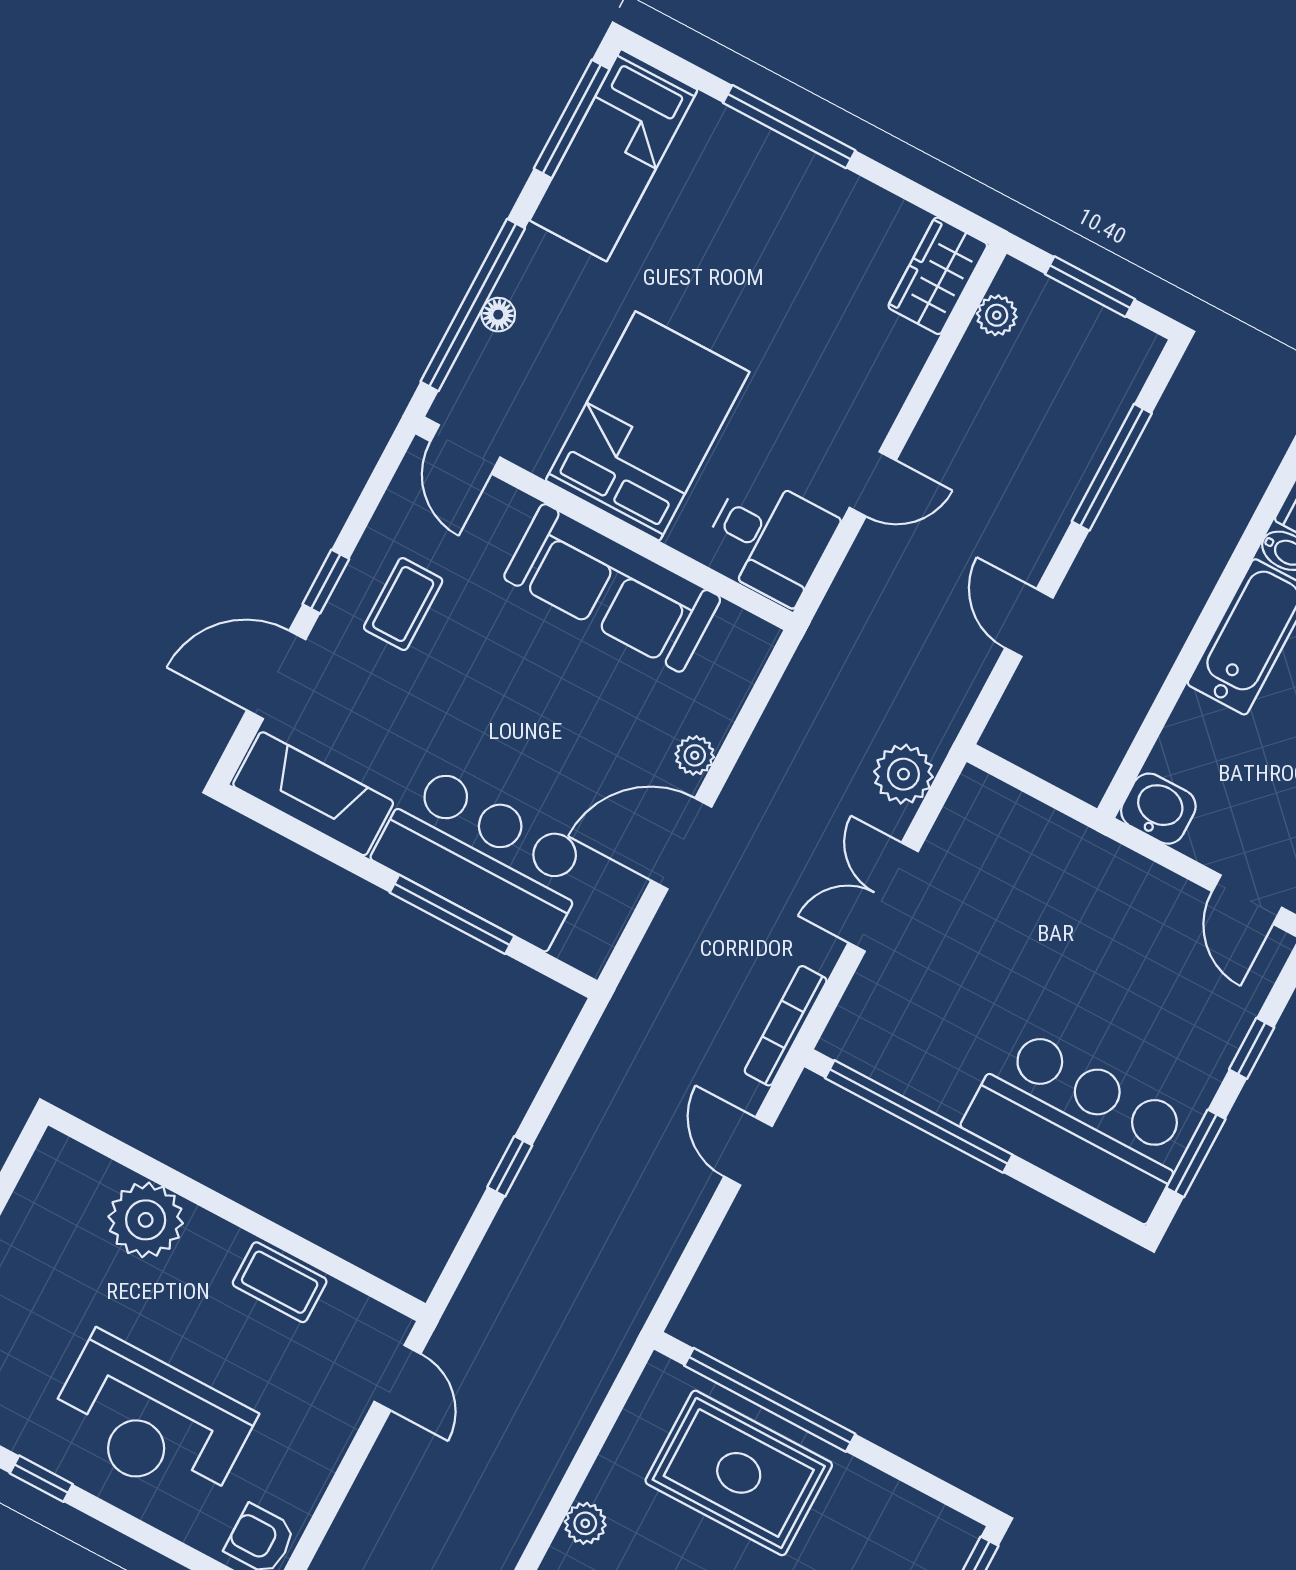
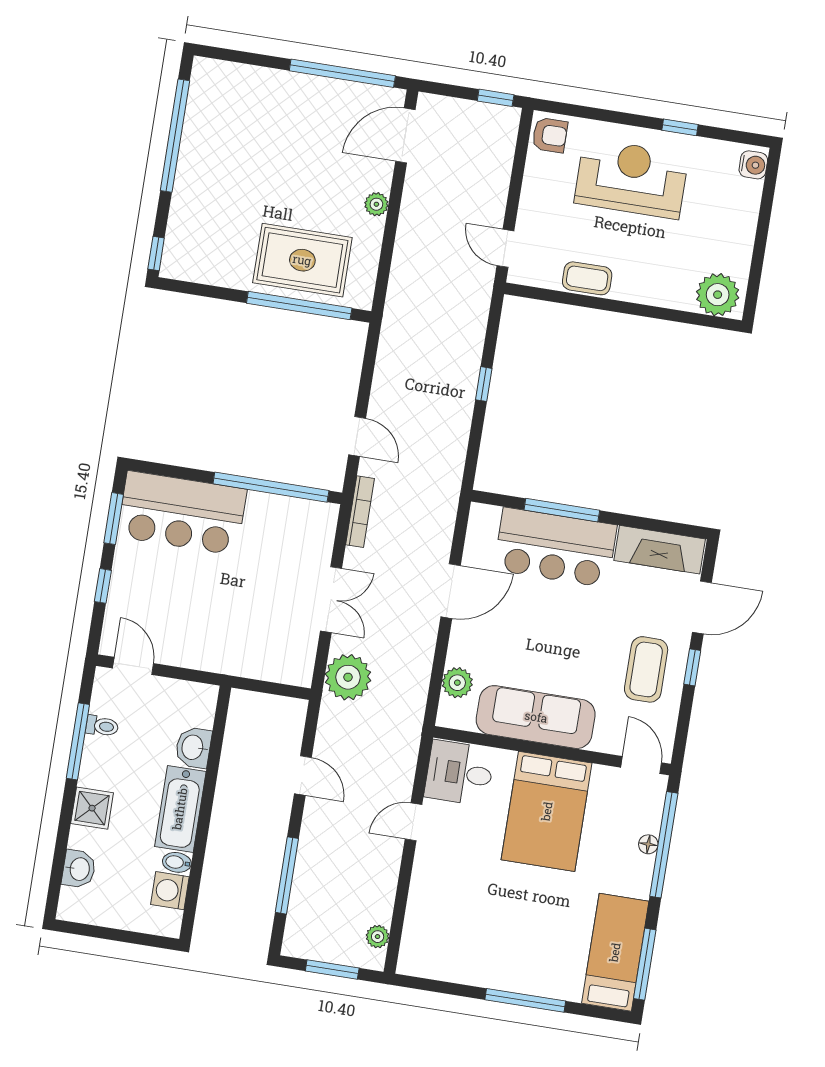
wardrobe: (938, 276) -> (417, 947), removed
coffee table: (403, 604) -> (646, 669), width x1.36, depth x1.30
plant: (695, 755) -> (457, 683), moved, width x1.38, depth x1.38
plant: (903, 774) -> (348, 677), width x1.36, depth x1.36
washbasin: (1158, 809) -> (193, 747), moved, turned 90
plant: (146, 1220) -> (718, 295), moved

